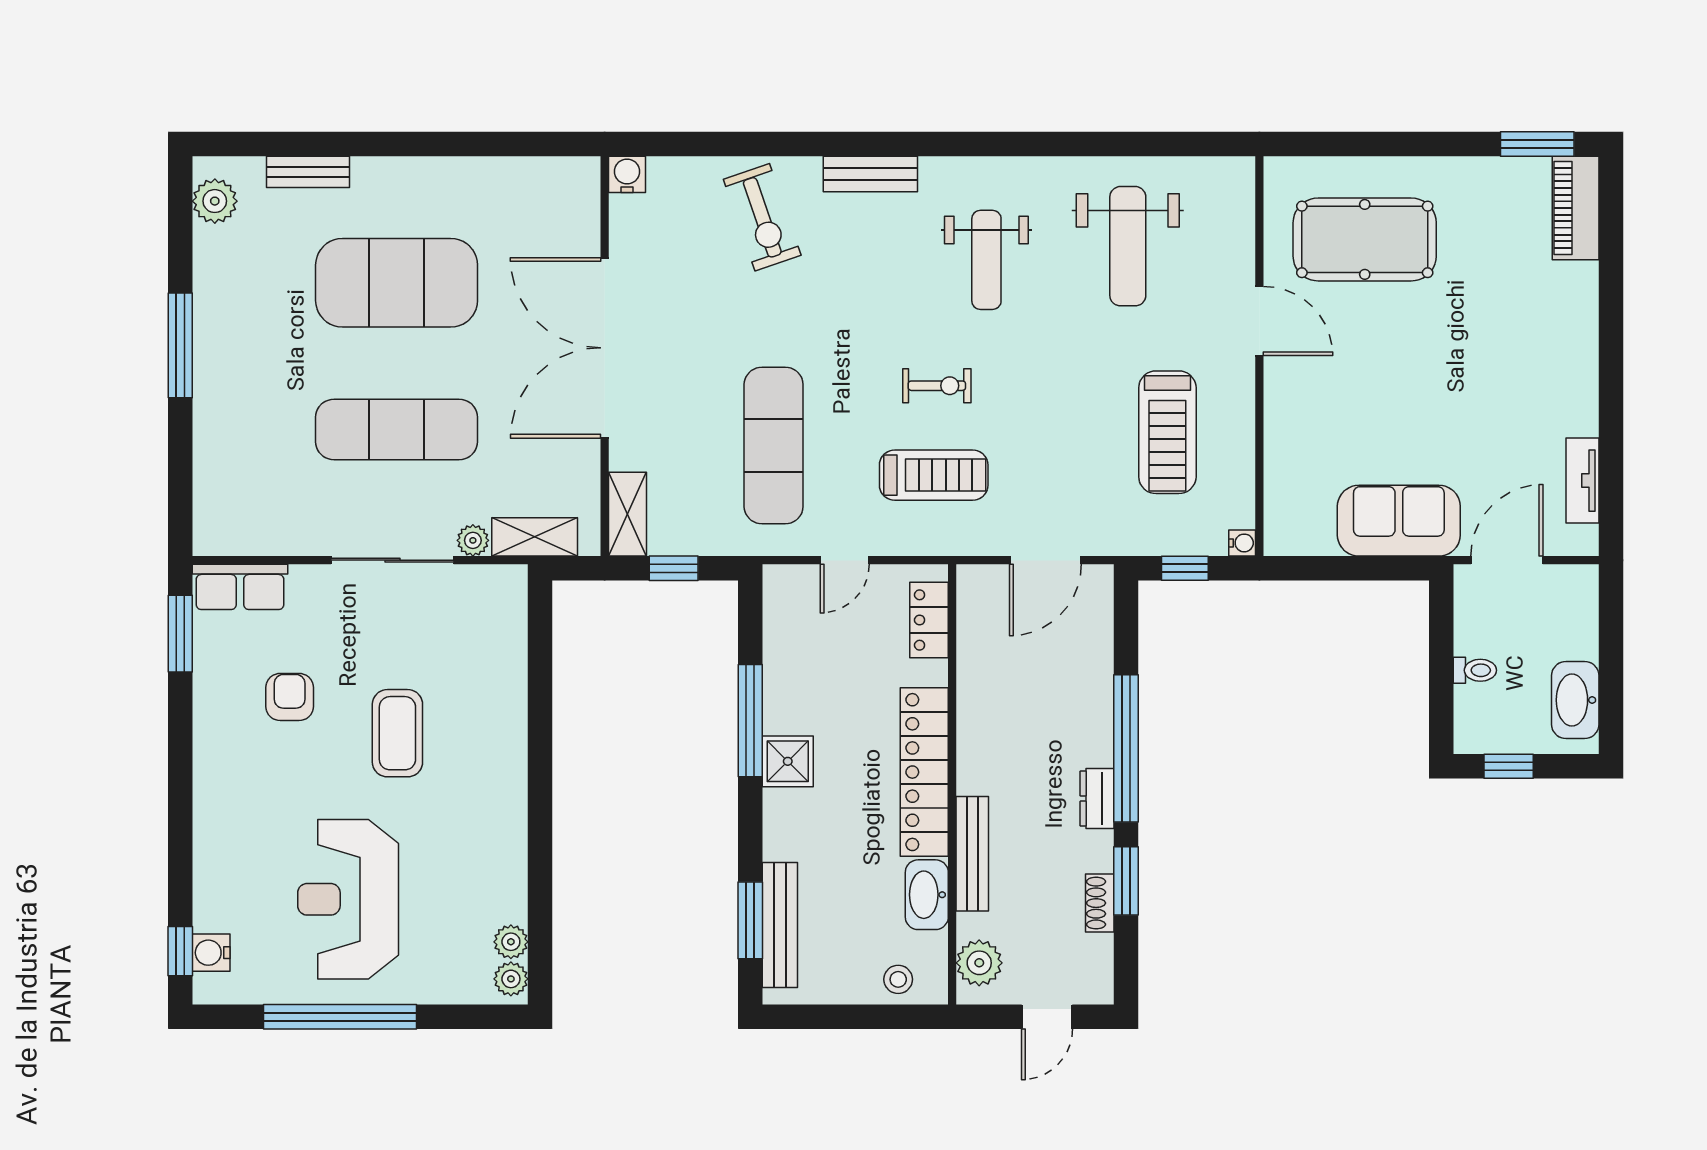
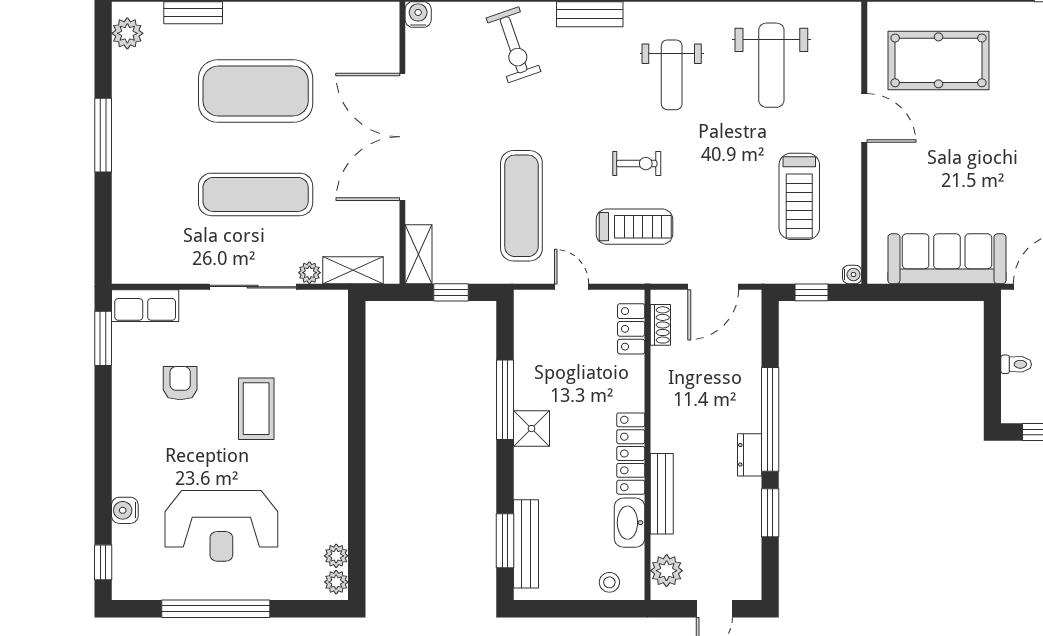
sofa: (1399, 521) -> (947, 259), width x1.36
door: (845, 560) -> (572, 287), swing flipped
locker: (924, 772) -> (631, 454), width x0.71, depth x0.83
reception desk: (348, 899) -> (221, 526), turned -90
shoe rack: (1100, 903) -> (660, 325), moved, turned 180
water cooler: (211, 953) -> (125, 510), moved

